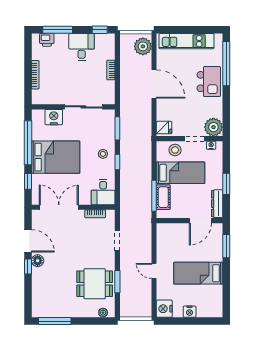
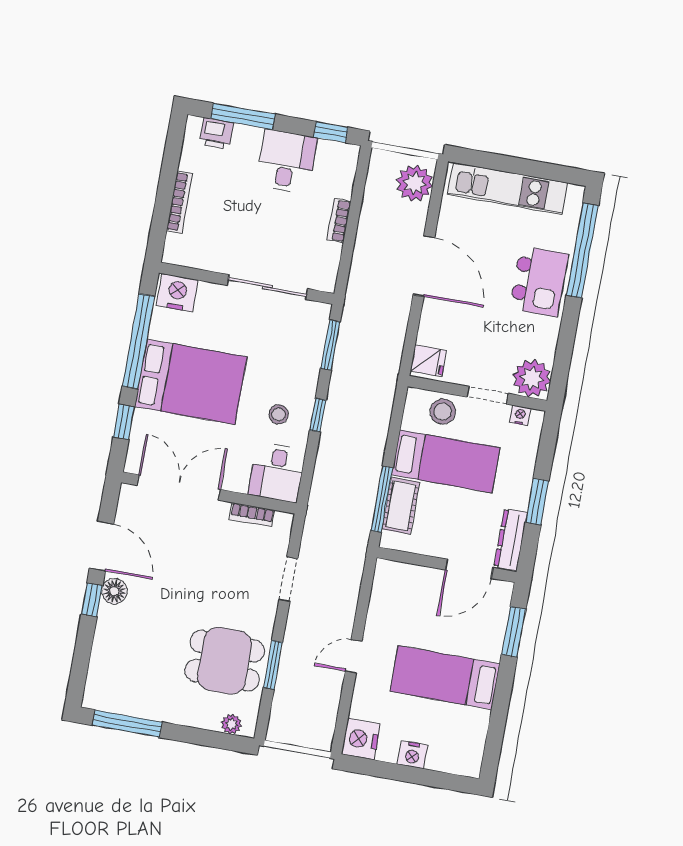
nightstand: (54, 117) -> (177, 293), moved
stool: (103, 154) -> (279, 414), moved
door: (154, 271) -> (354, 656), hinge flipped

